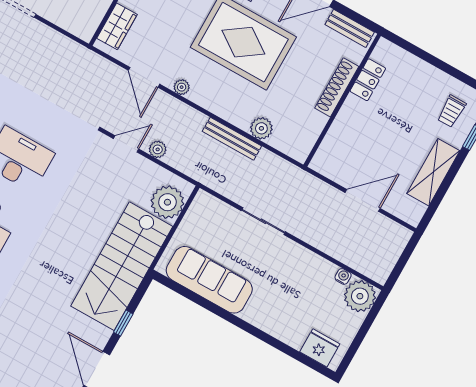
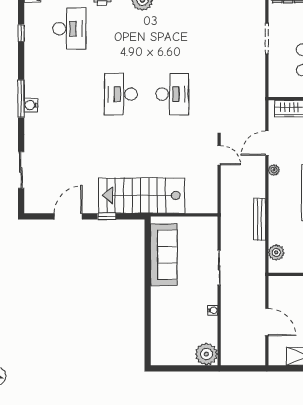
plant: (261, 128) -> (276, 252), moved
plant: (158, 149) -> (227, 177), removed
plant: (167, 202) -> (197, 202), removed
water cooler: (343, 276) -> (213, 310), moved
fridge: (320, 348) -> (160, 347), removed

